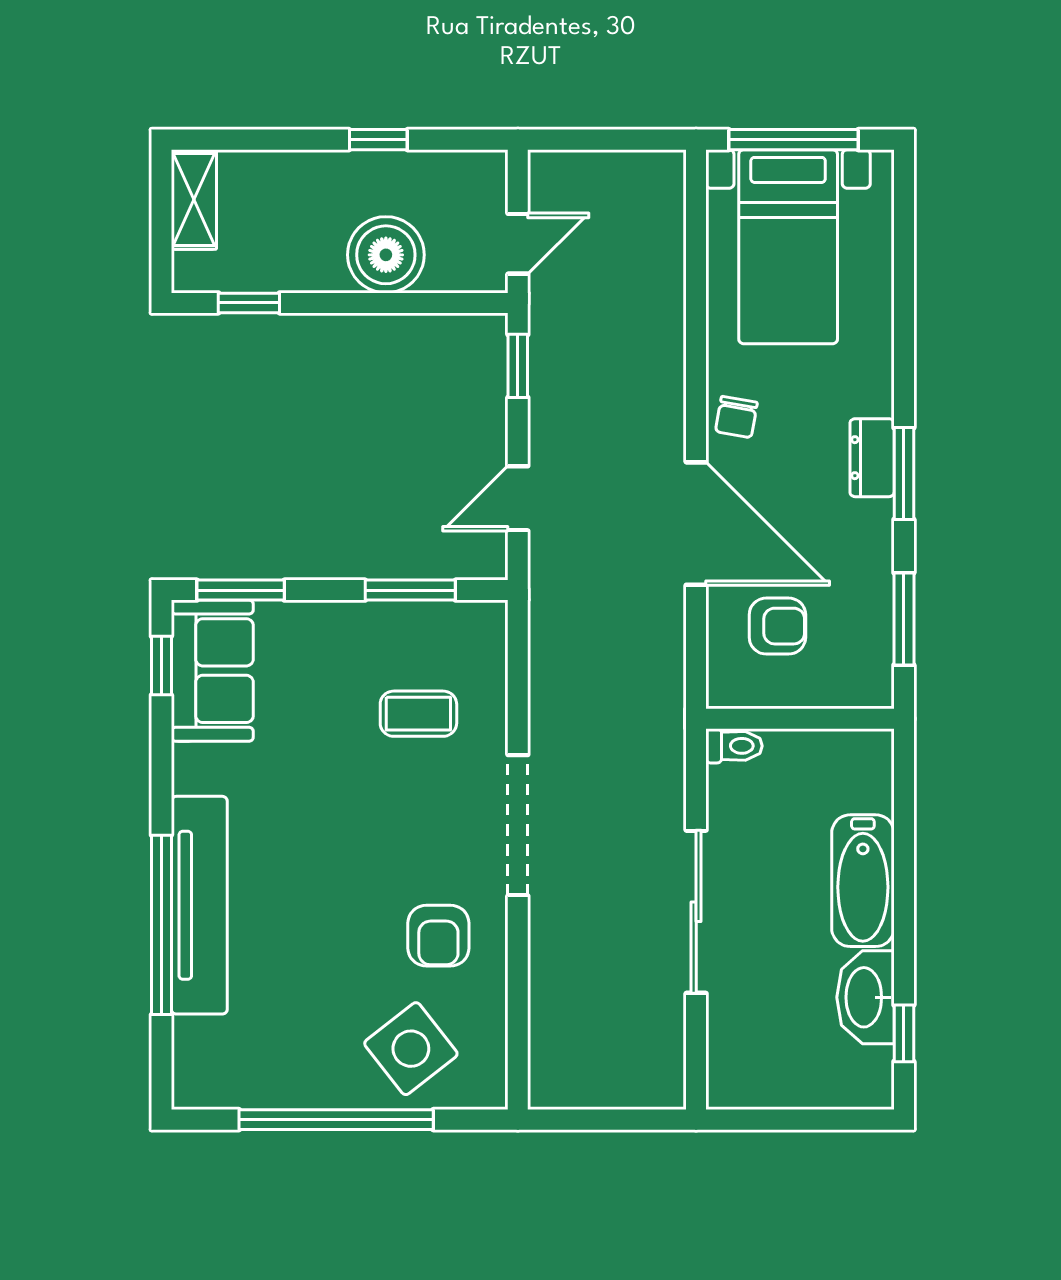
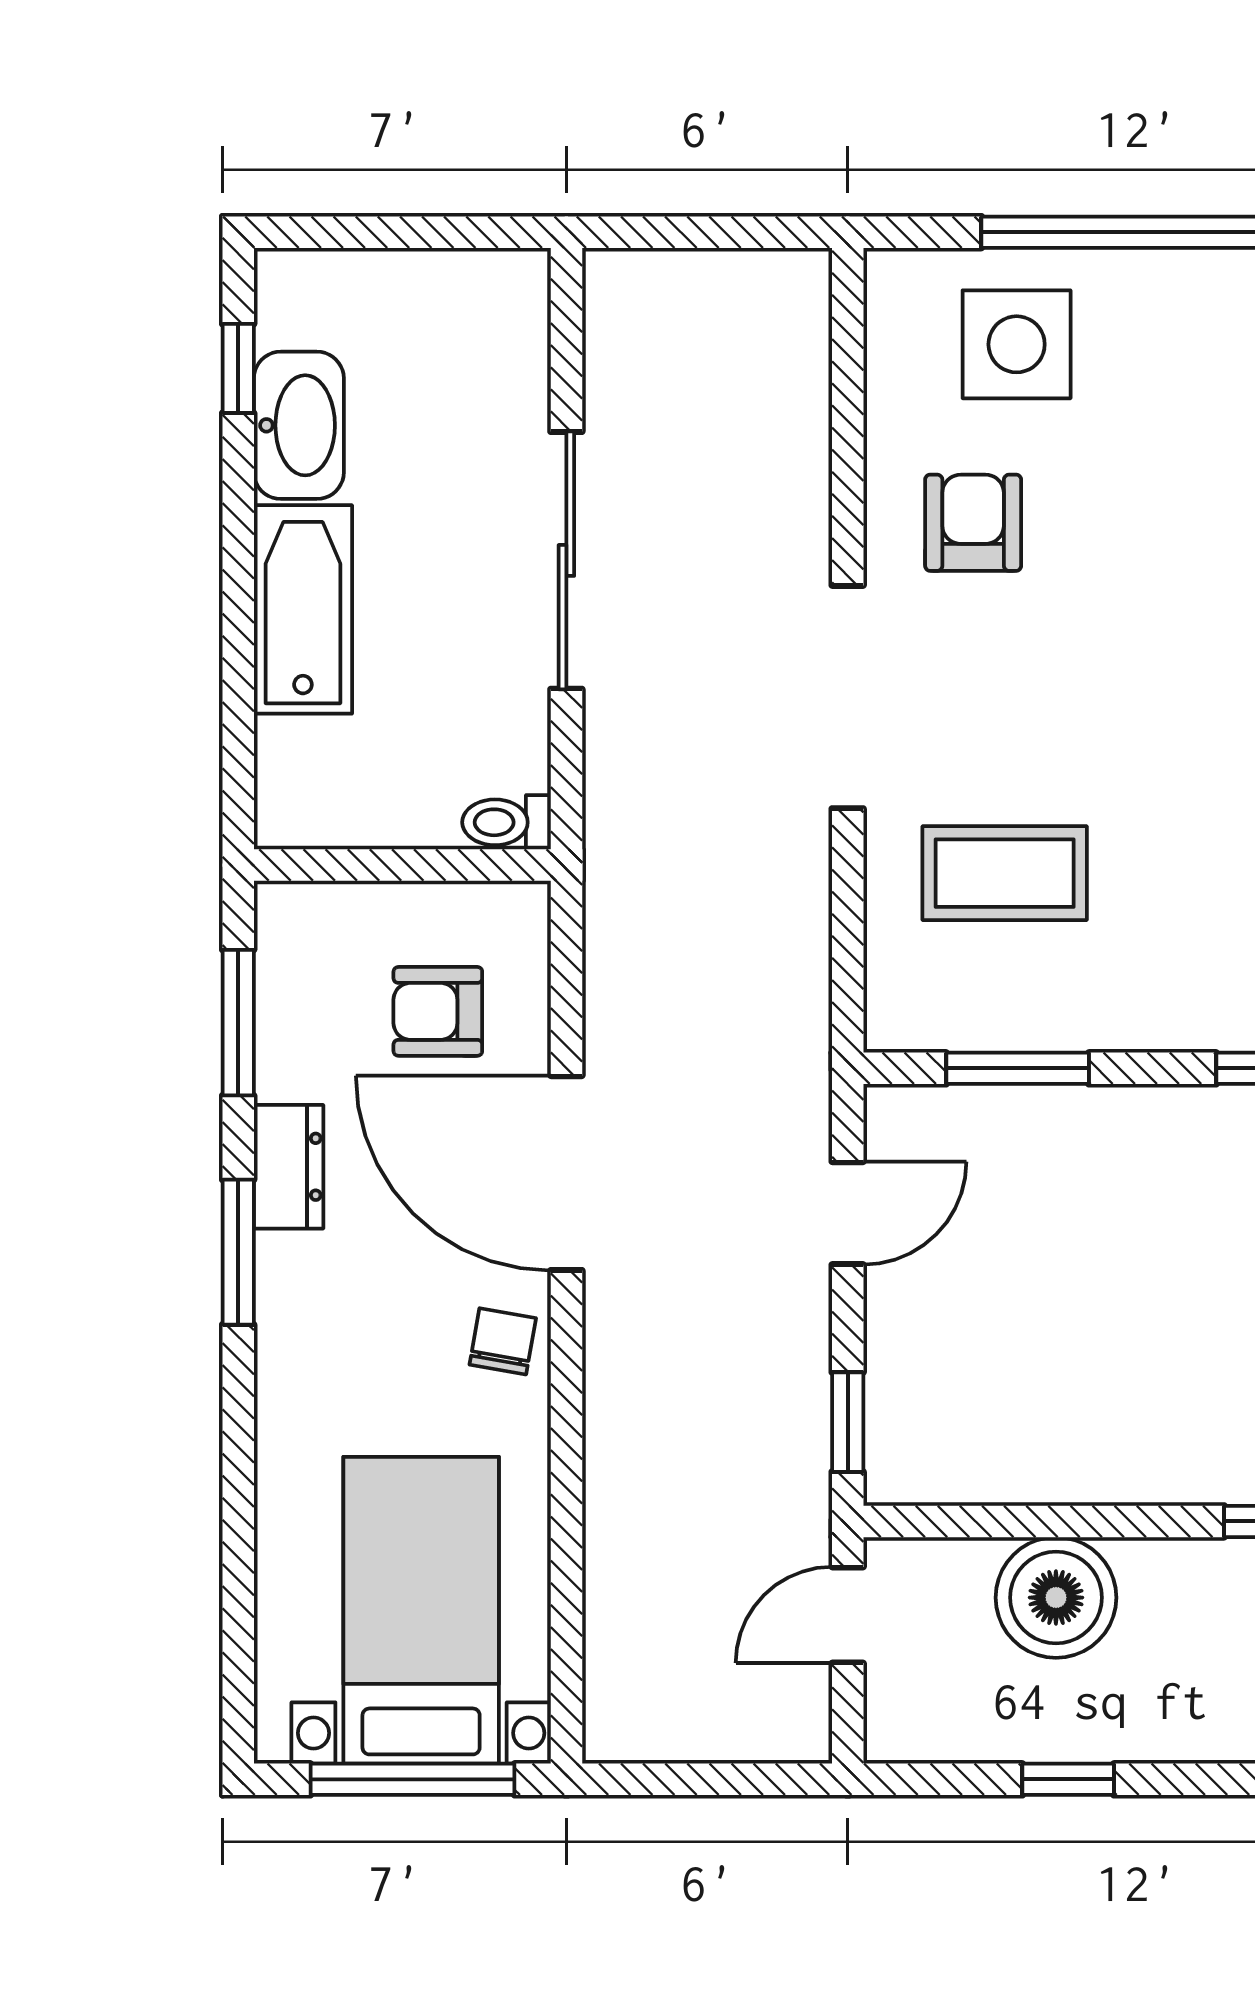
dresser: (872, 458) -> (289, 1167), moved
coffee table: (418, 714) -> (1005, 873), width x1.36, depth x1.30
side table: (411, 1049) -> (1017, 344), turned 38

